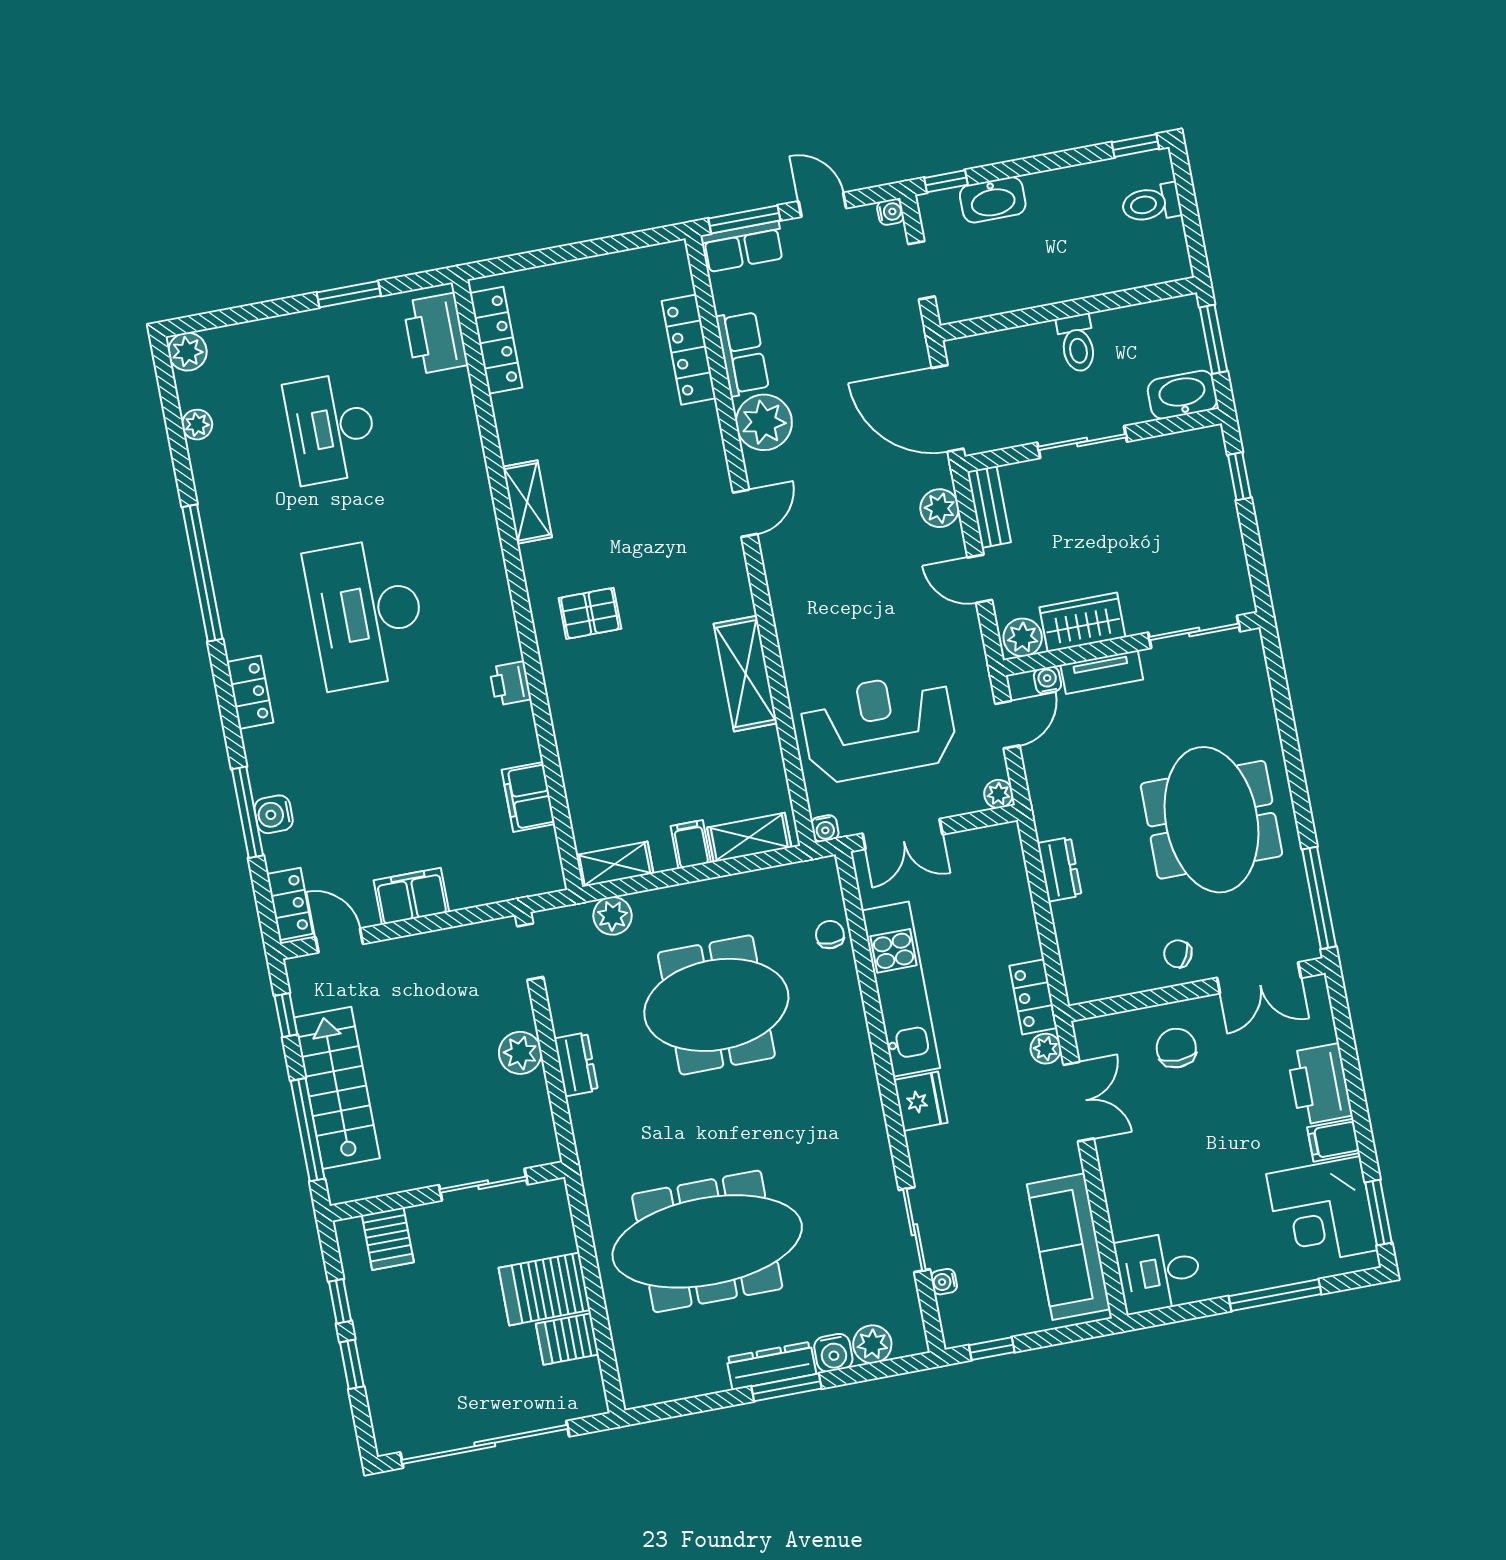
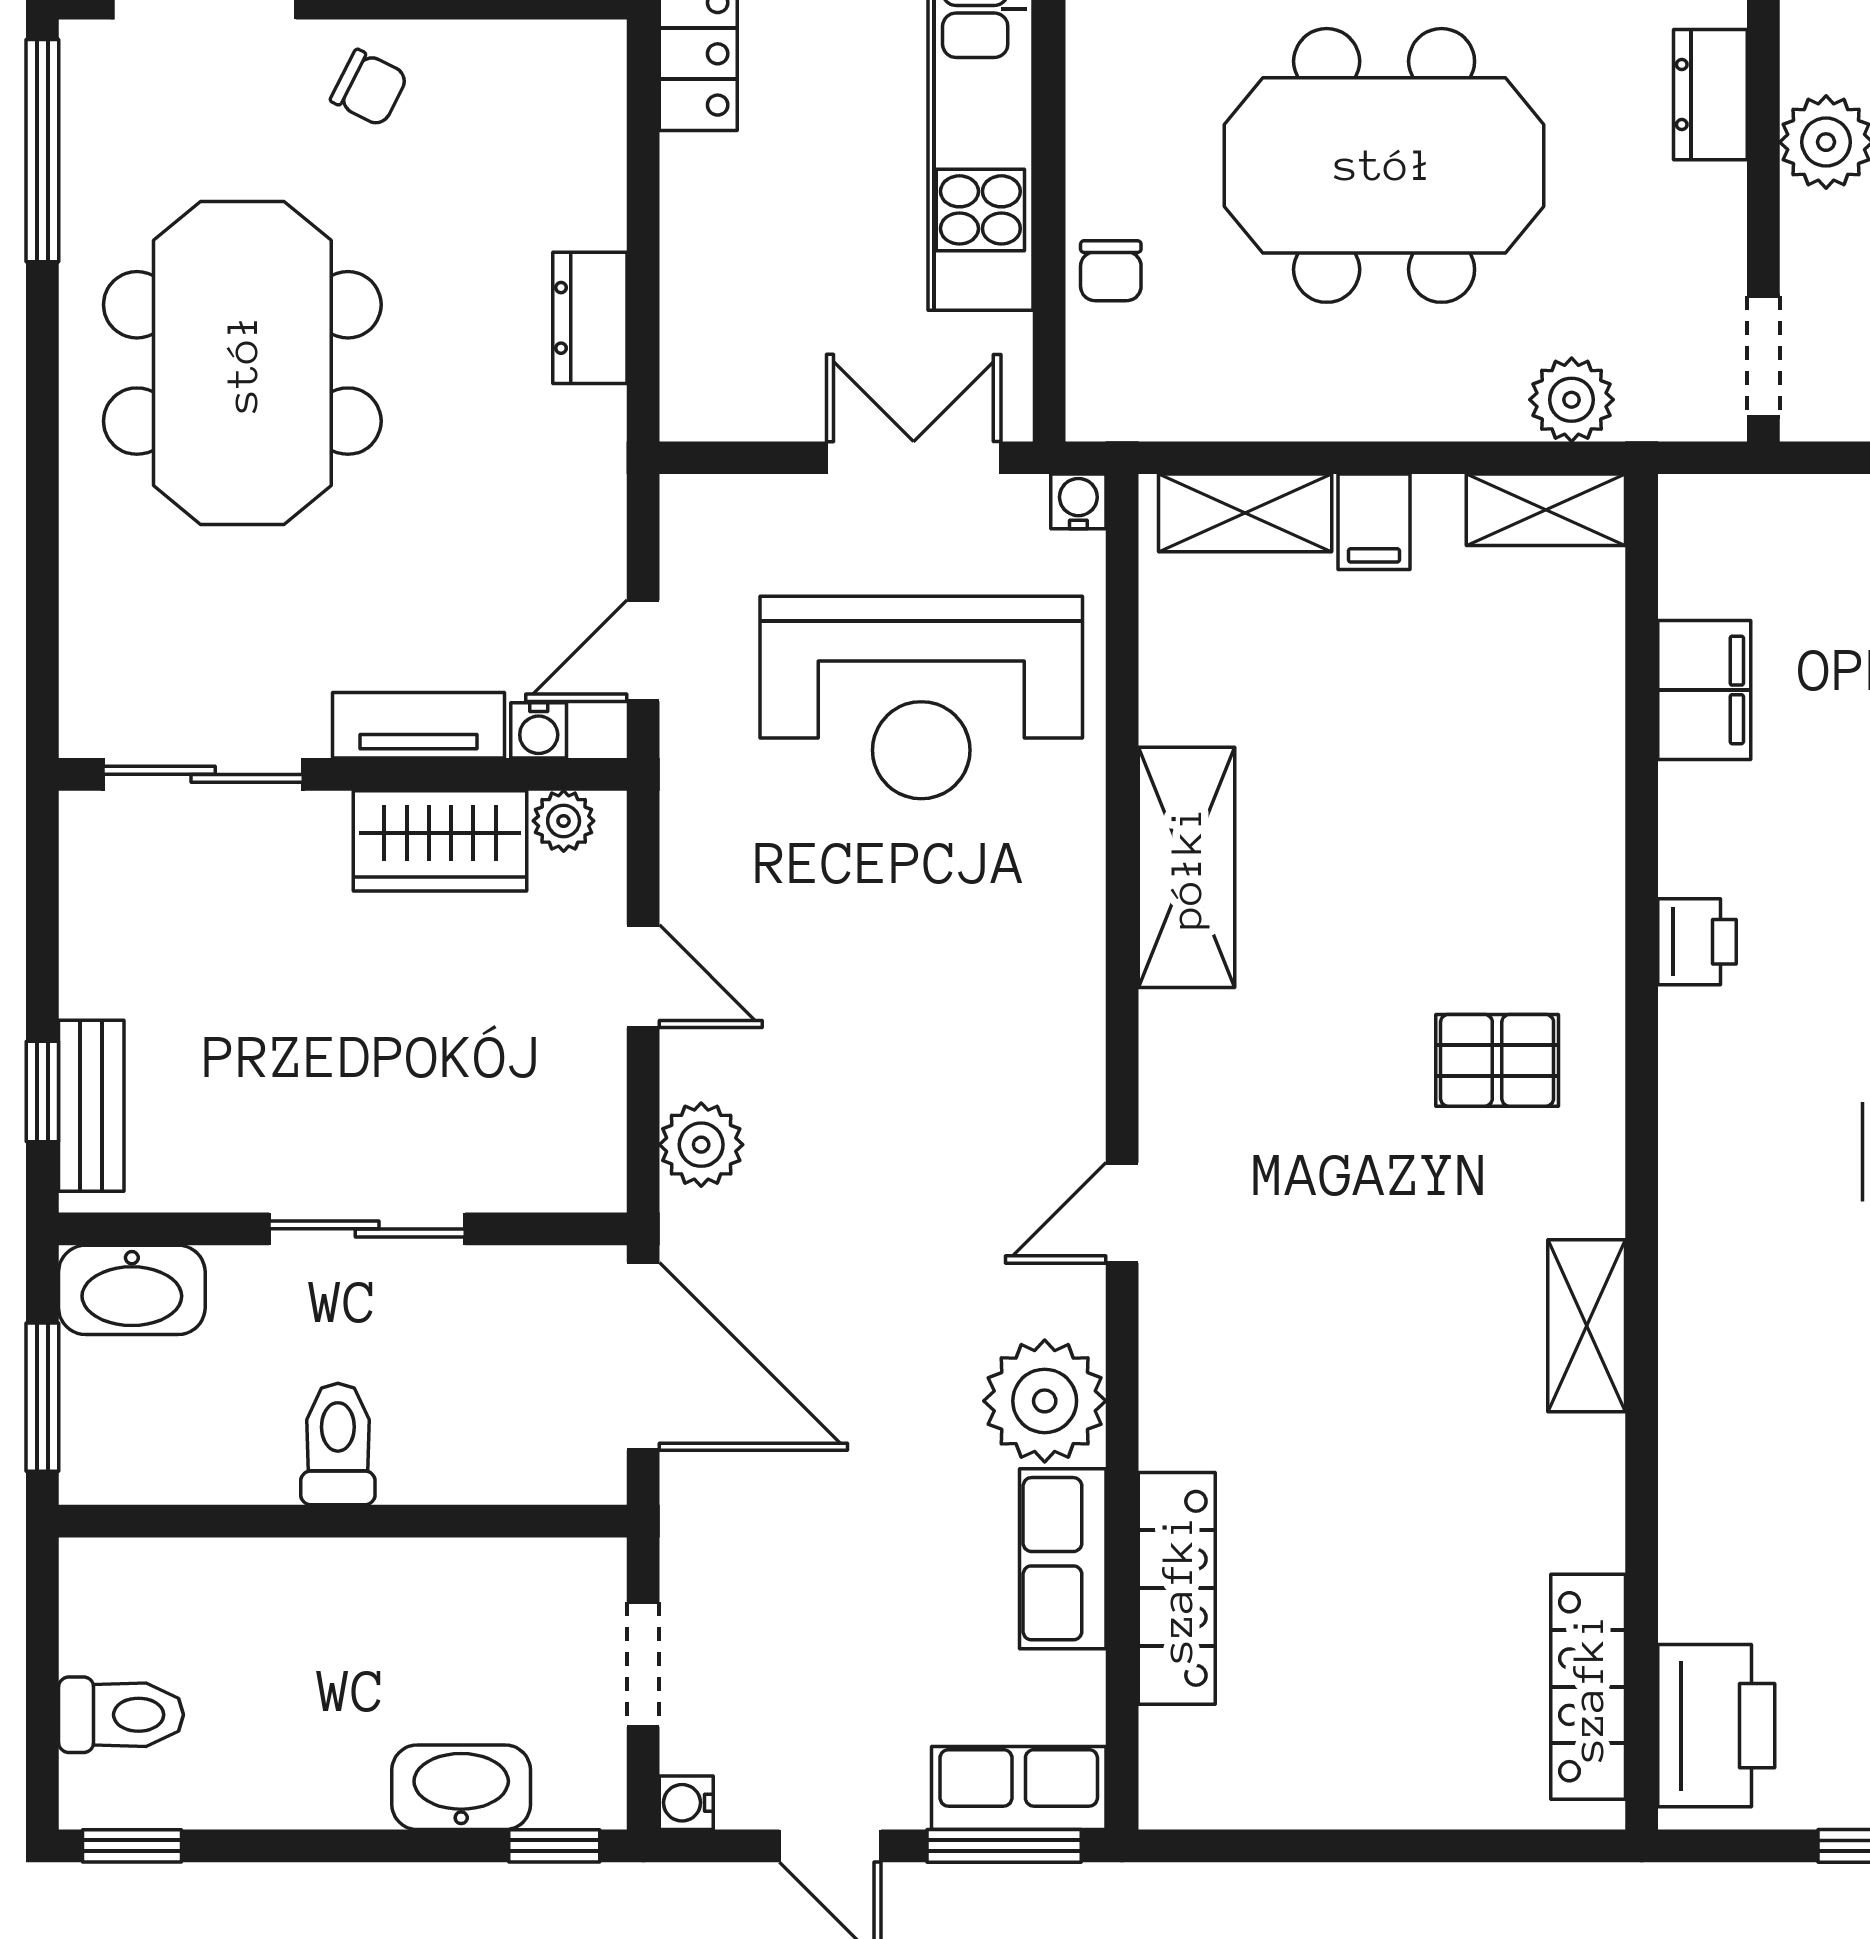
bench: (989, 507) -> (91, 1106), moved
plant: (1023, 637) -> (564, 821), width x0.73, depth x0.73
plant: (998, 794) -> (691, 505), removed

